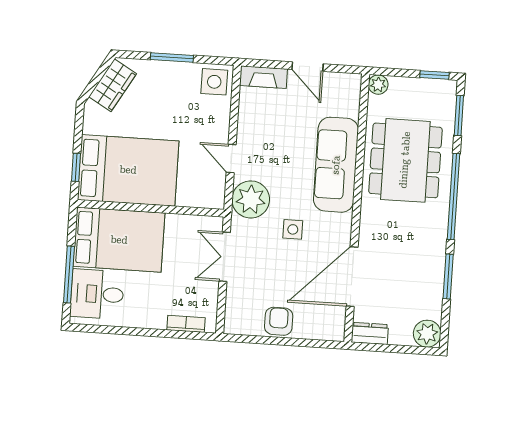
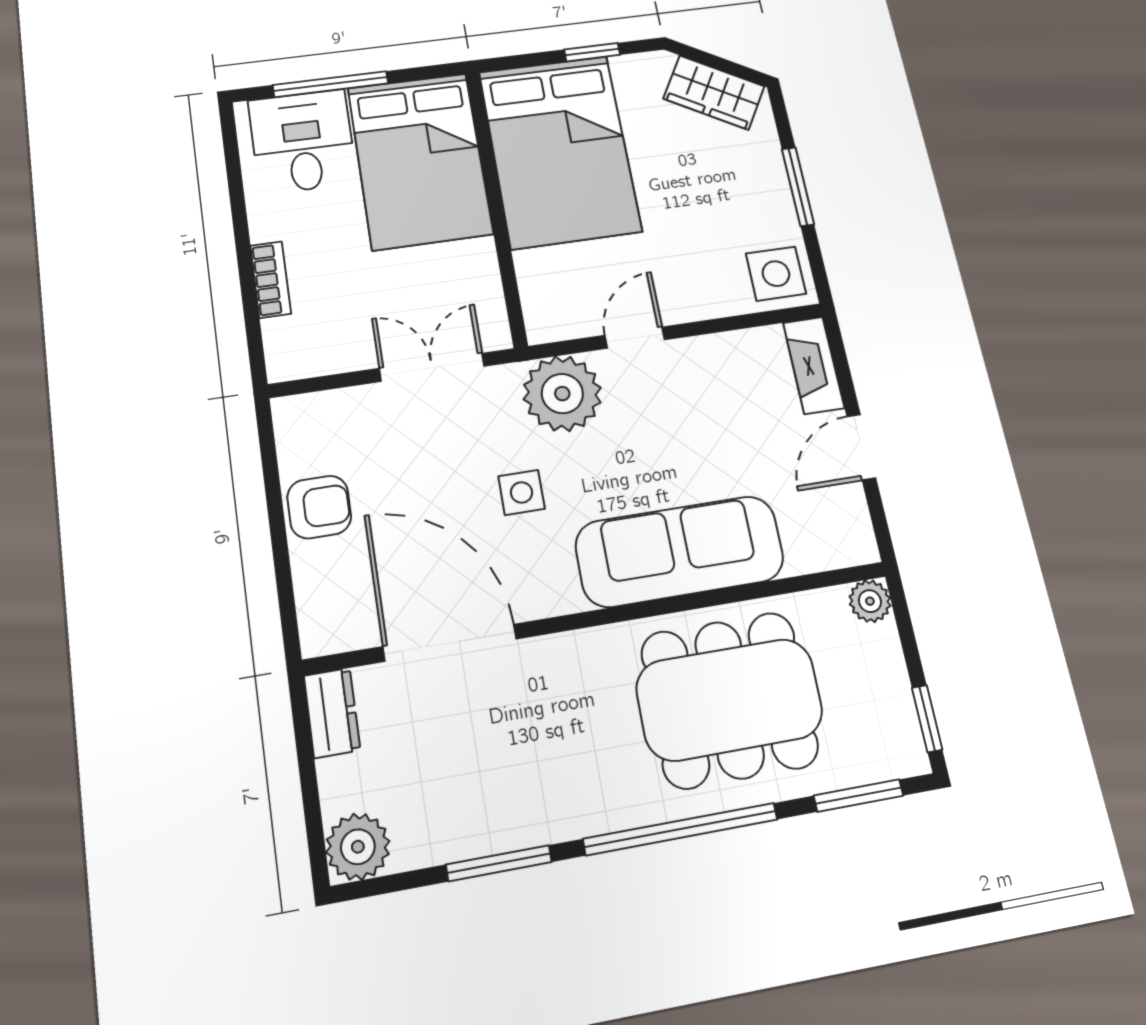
window: (76, 167) -> (592, 52), moved
bookcase: (186, 324) -> (271, 280), moved

